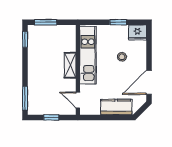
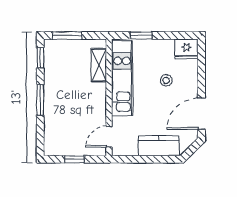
window: (118, 22) -> (141, 36), moved
shelving: (70, 65) -> (99, 65), moved
window: (25, 98) -> (40, 100), moved
door: (78, 100) -> (109, 137), hinge flipped

